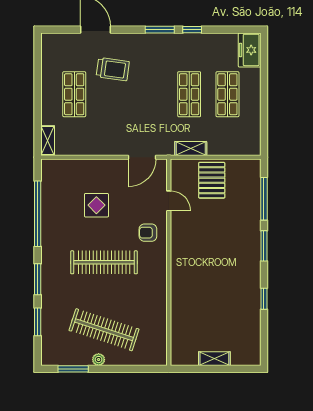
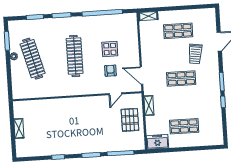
freezer: (250, 50) -> (157, 142), moved
shop shelf: (189, 94) -> (181, 79), moved
pallet: (212, 180) -> (130, 120), turned 90
armchair: (148, 233) -> (110, 71), moved
clothes rail: (104, 330) -> (33, 59), turned -33

